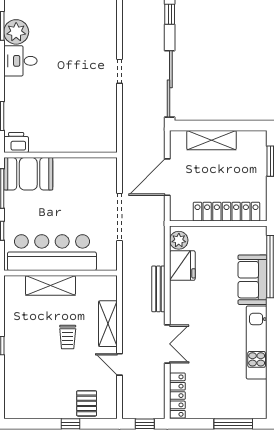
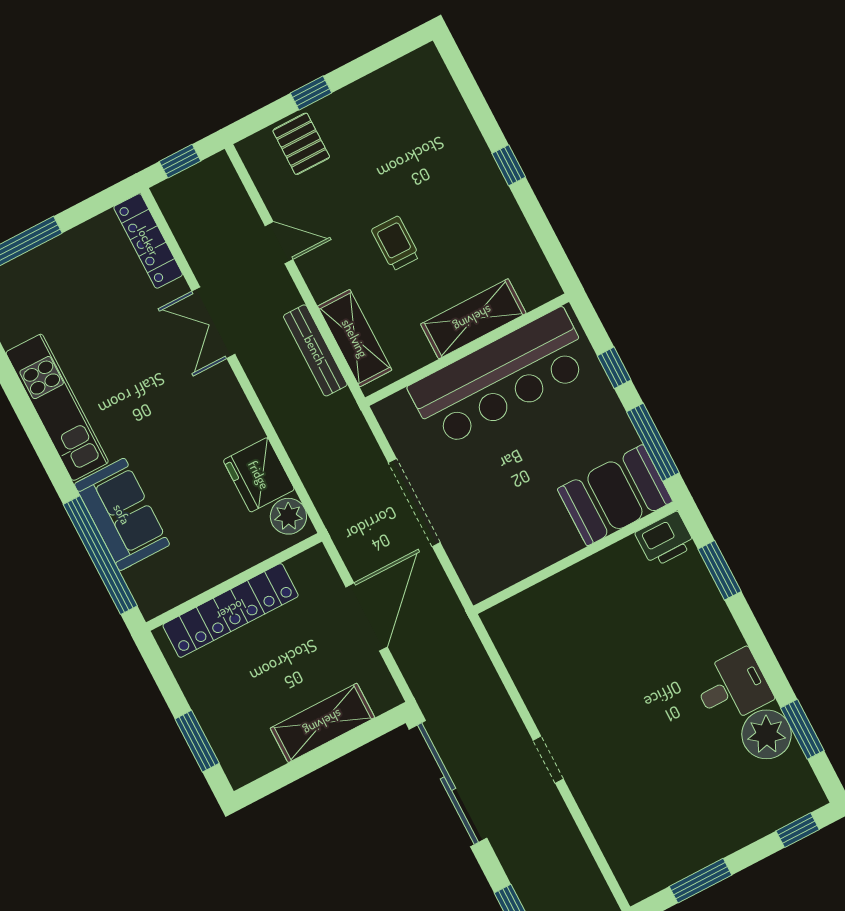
bench: (158, 289) -> (315, 350), moved
shelving: (108, 324) -> (355, 338), moved

